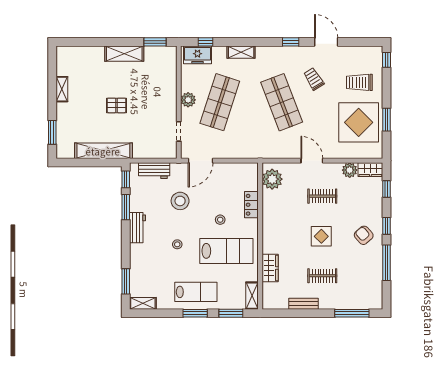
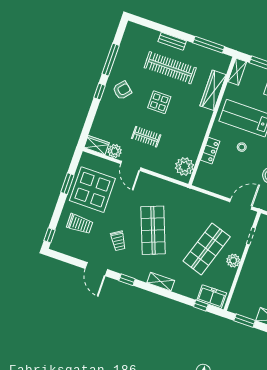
shelving: (241, 52) -> (161, 282), moved
door: (312, 161) -> (131, 166), moved
window: (387, 189) -> (88, 123), removed
armchair: (364, 235) -> (122, 90), turned -98
wardrobe: (270, 268) -> (213, 90), width x1.50
clothes rail: (322, 276) -> (170, 68), width x1.86, depth x1.31
bench: (303, 304) -> (172, 41), moved
window: (352, 313) -> (209, 45), moved

